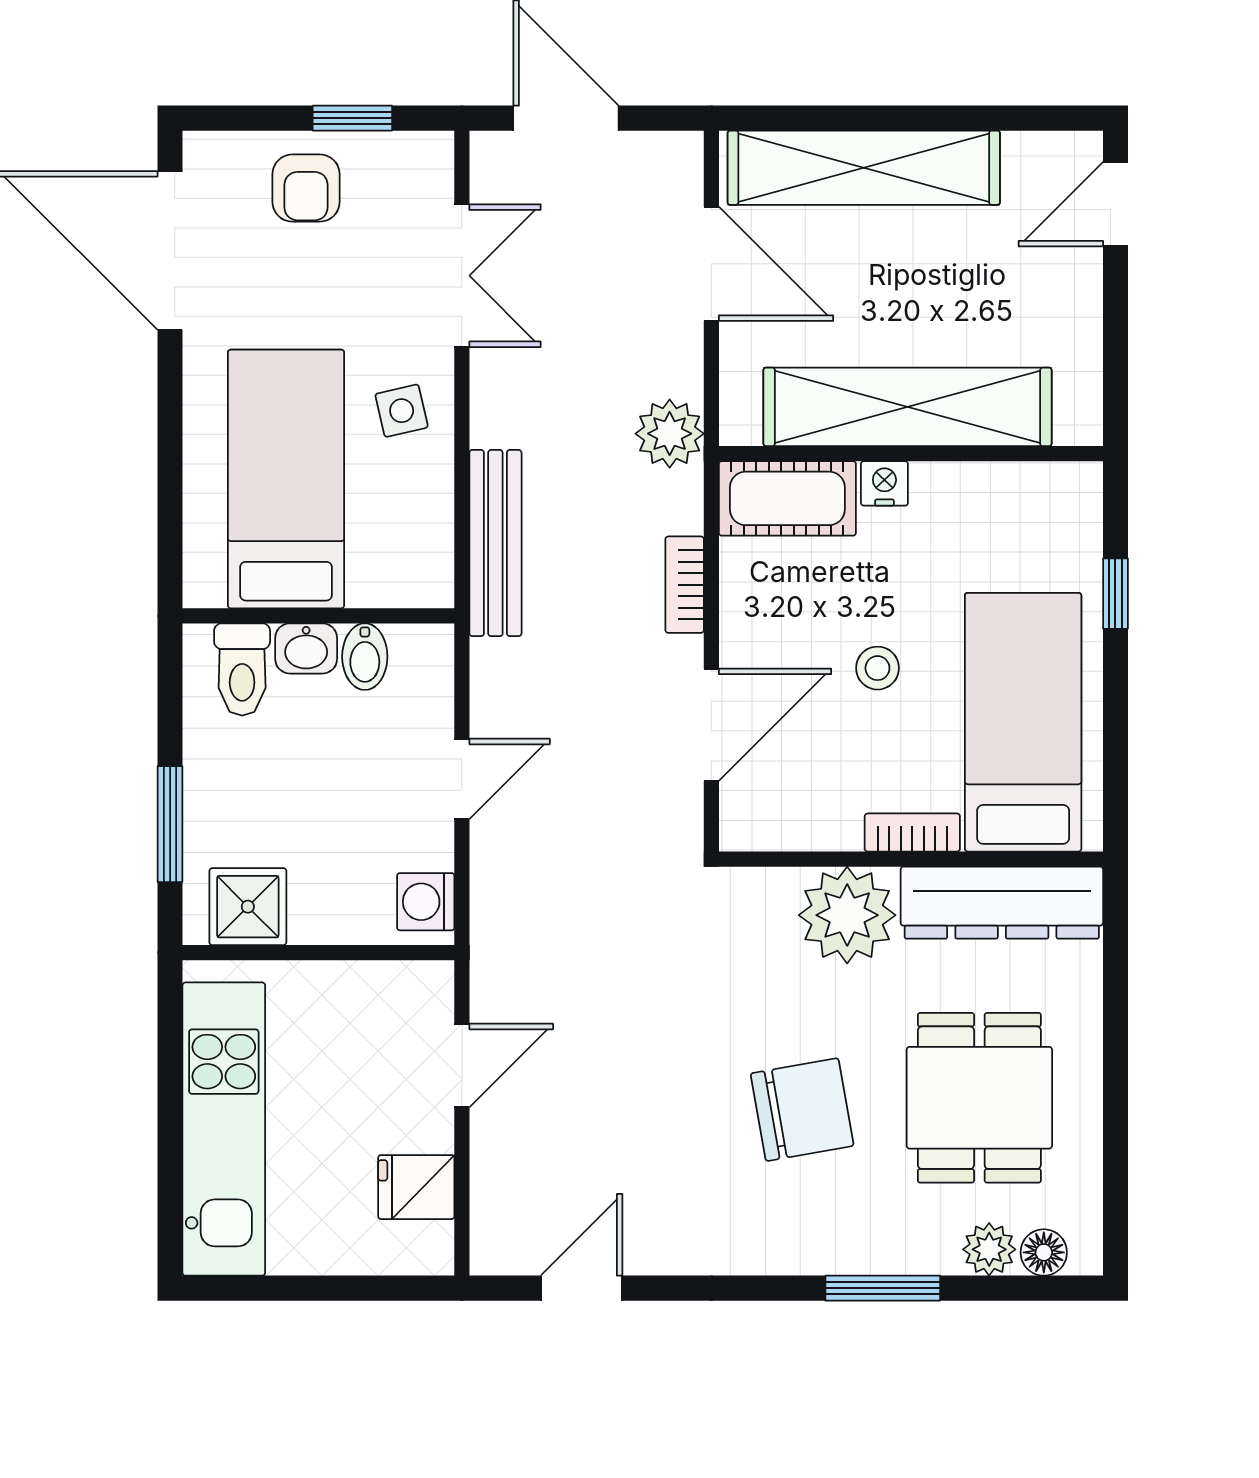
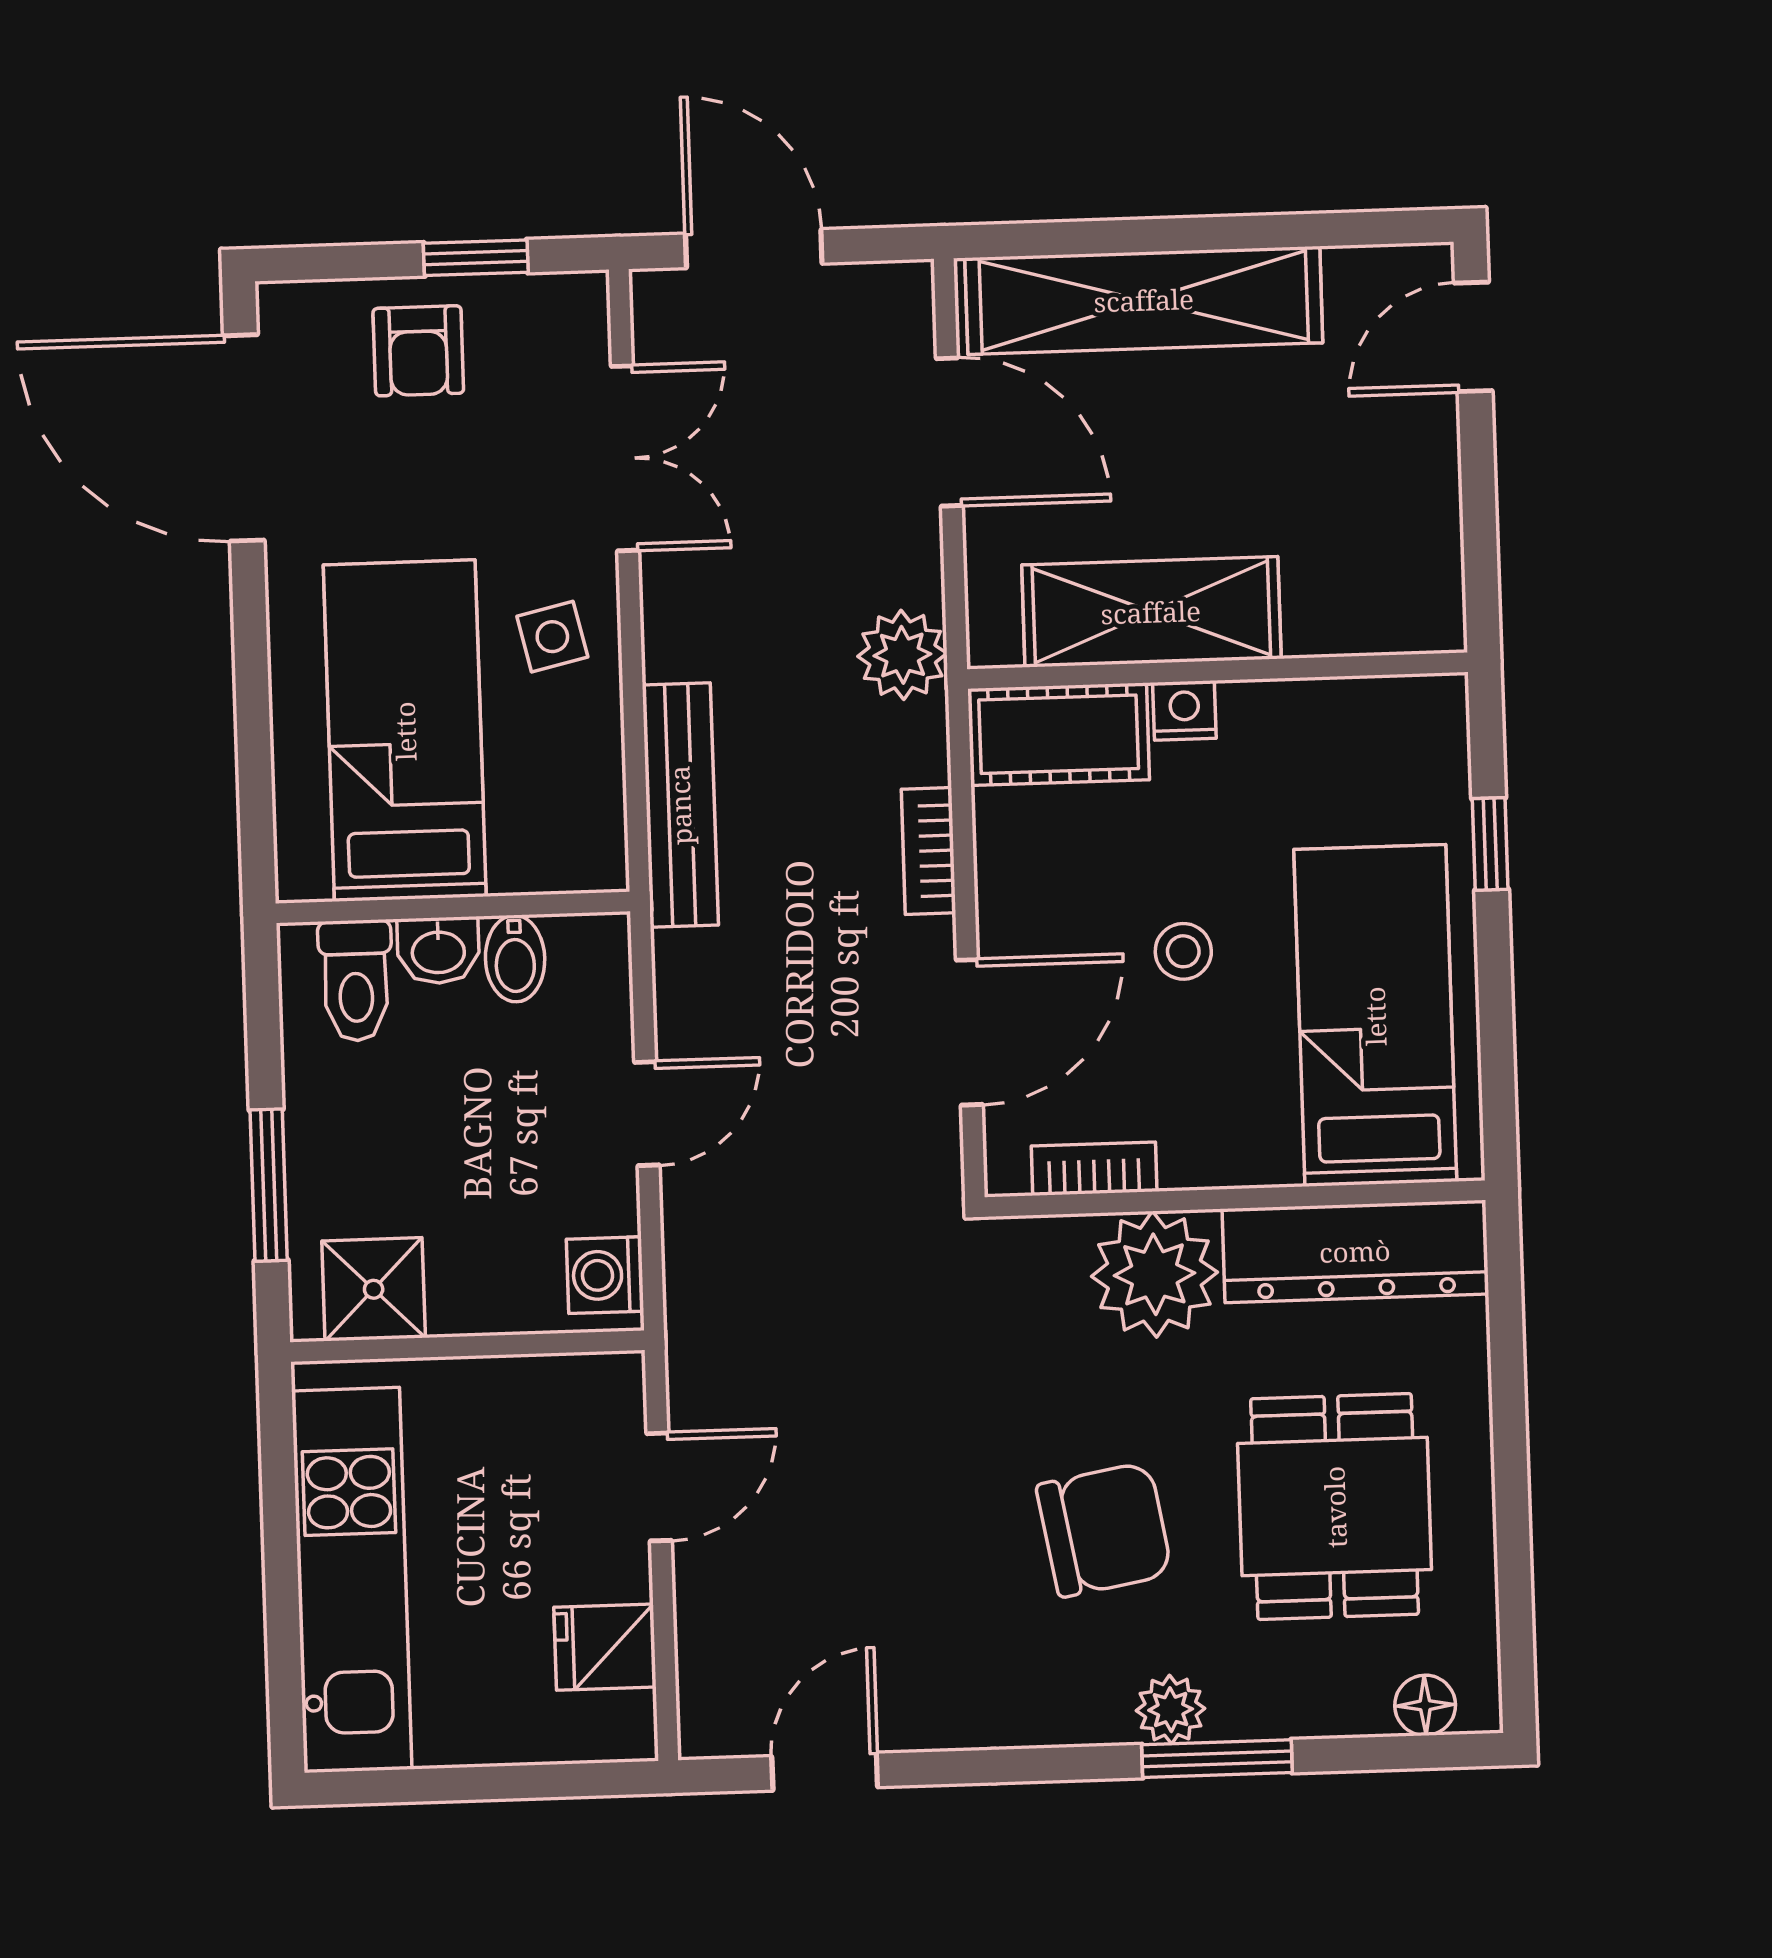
shelving: (907, 407) -> (1151, 612), width x0.68
bookcase: (912, 833) -> (1094, 1169), moved
plant: (989, 1249) -> (1171, 1710), moved

